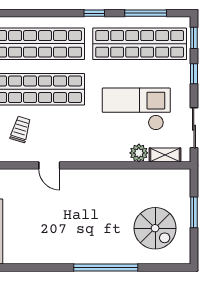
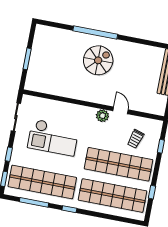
plant: (139, 153) -> (102, 116), moved
shelving: (165, 155) -> (39, 102), removed
spiral stairs: (155, 228) -> (98, 60), moved, turned 90

